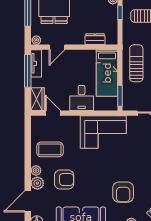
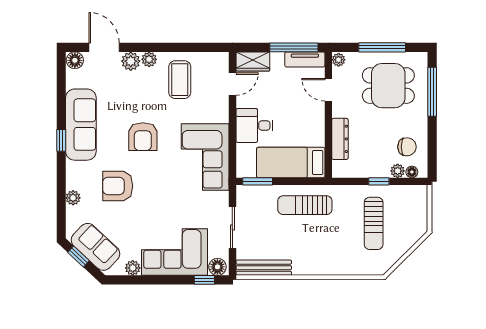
dresser: (95, 39) -> (340, 139), width x1.44
sun lounger: (136, 63) -> (305, 205), turned 180
armchair: (64, 180) -> (143, 137), moved

